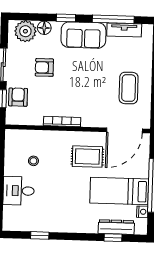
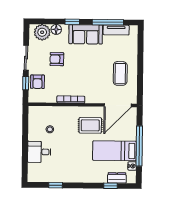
armchair: (18, 97) -> (38, 82), turned 180
dresser: (116, 227) -> (117, 178), width x0.70

